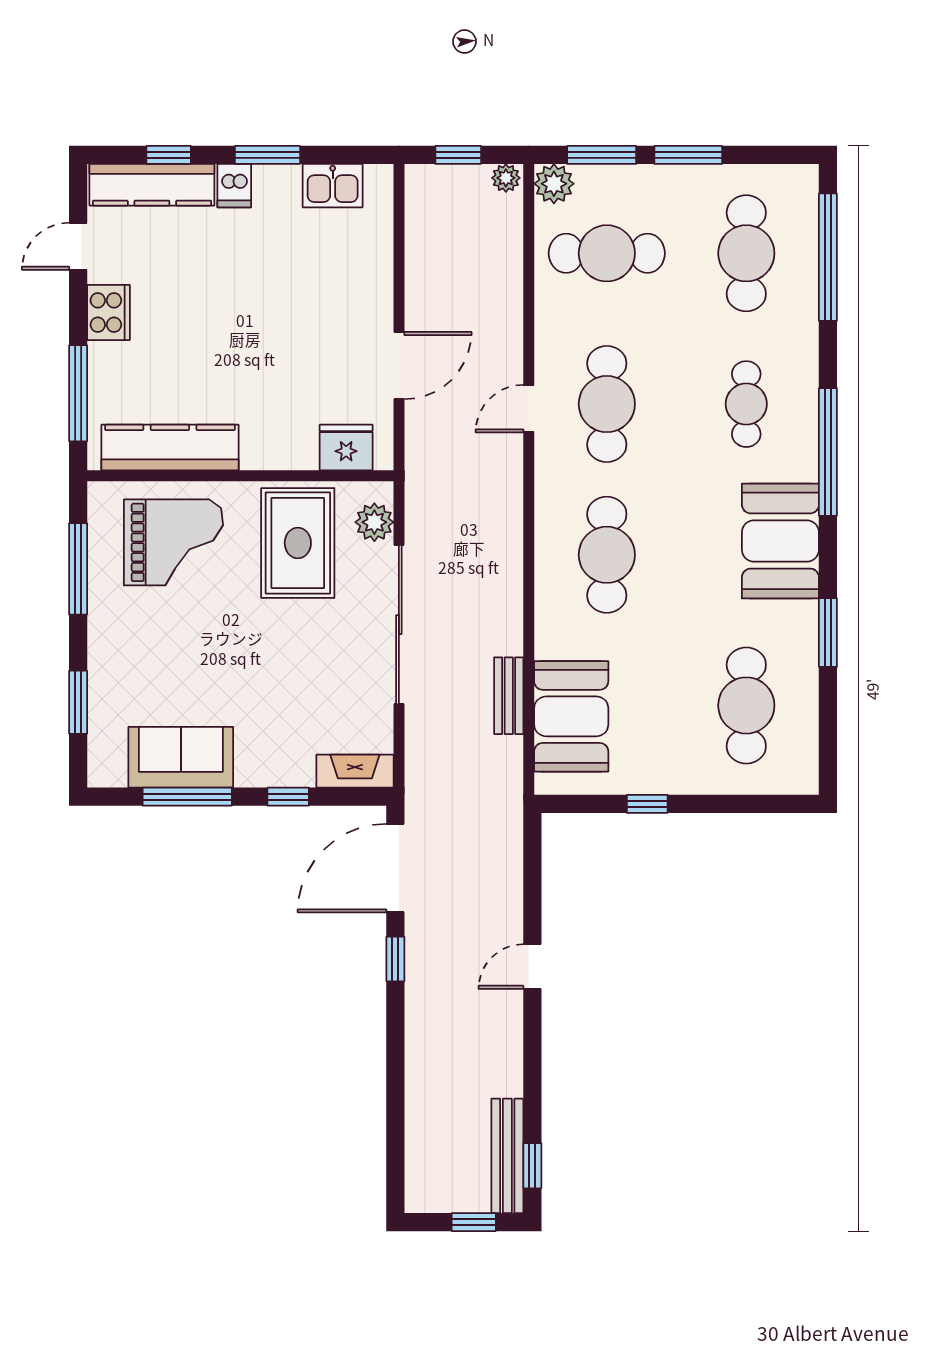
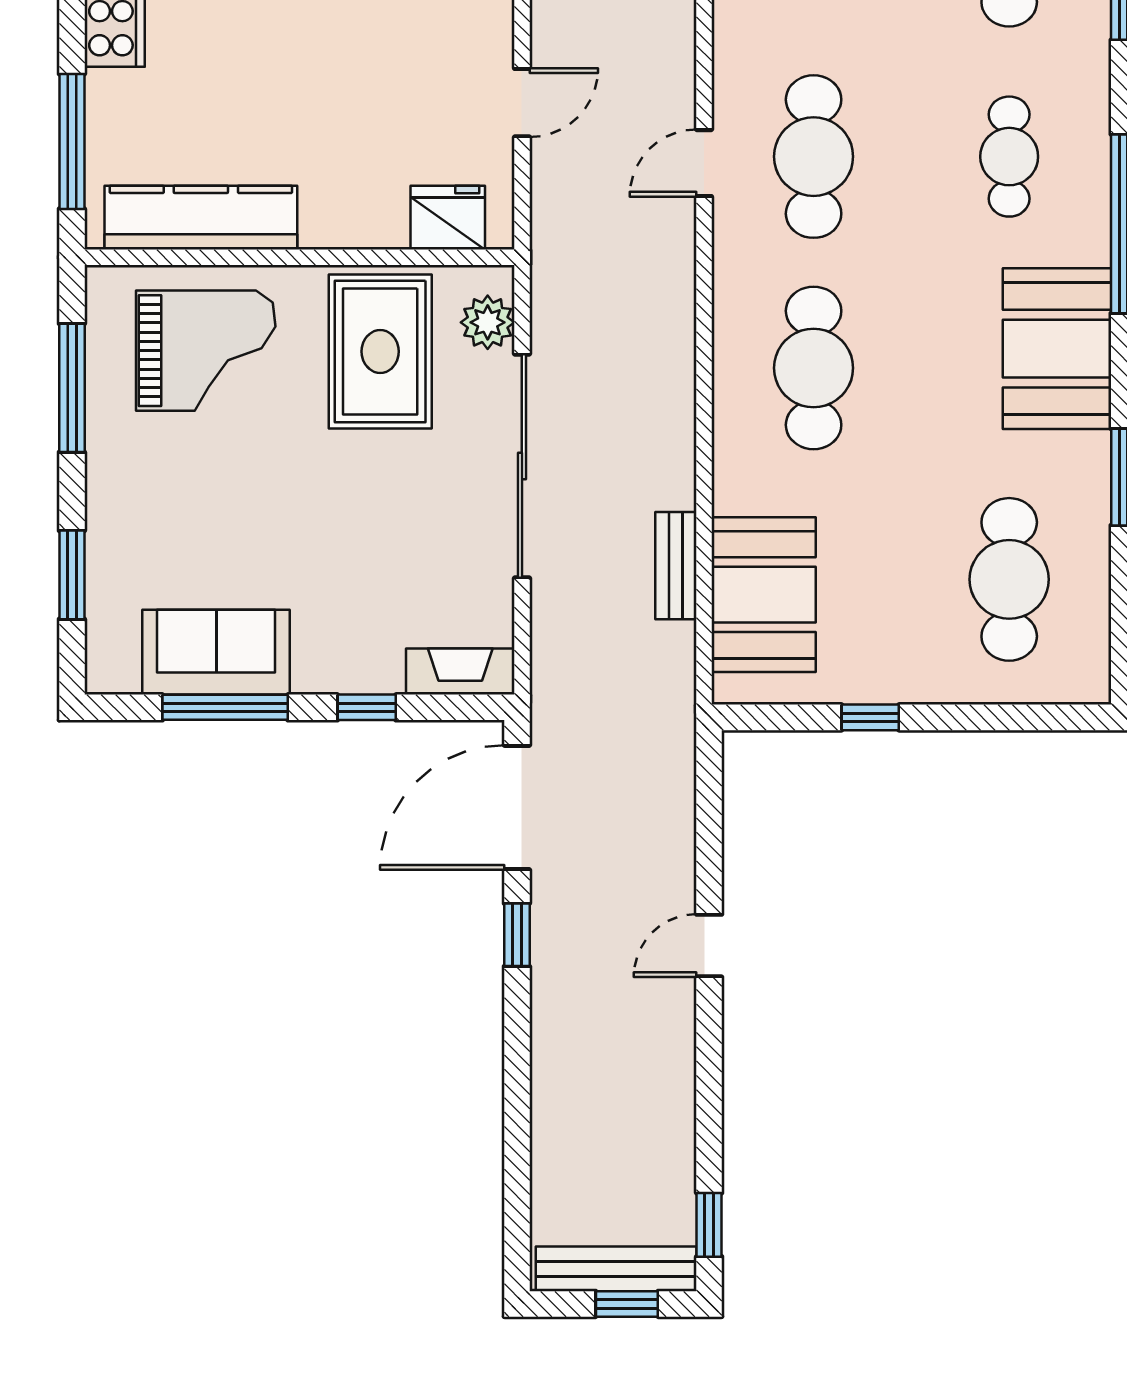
door: (399, 366) -> (522, 103), width x0.73
bench: (507, 1156) -> (616, 1269), moved, turned 90

